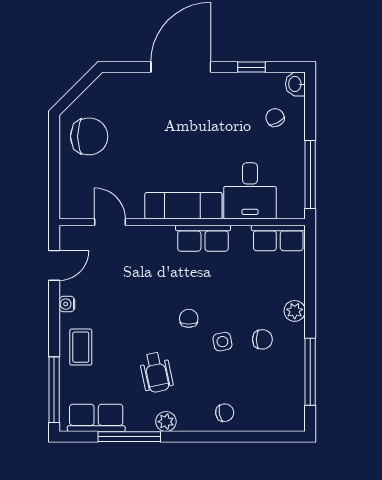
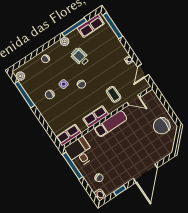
desk: (250, 191) -> (80, 152), moved
plant: (295, 311) -> (20, 76), moved
coffee table: (81, 347) -> (114, 94), moved

